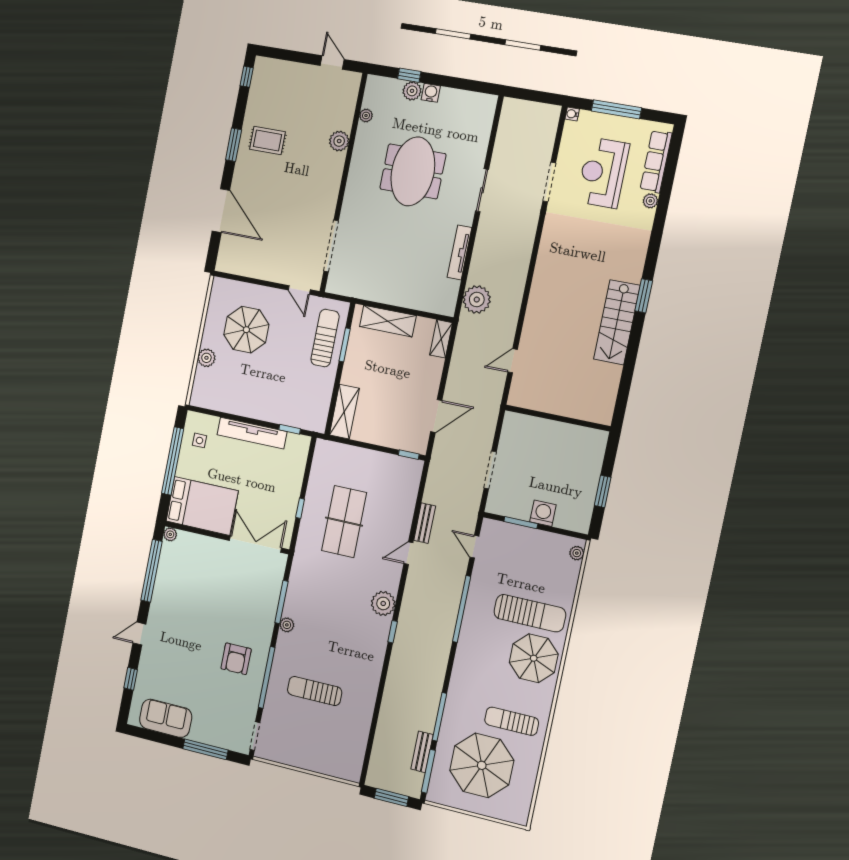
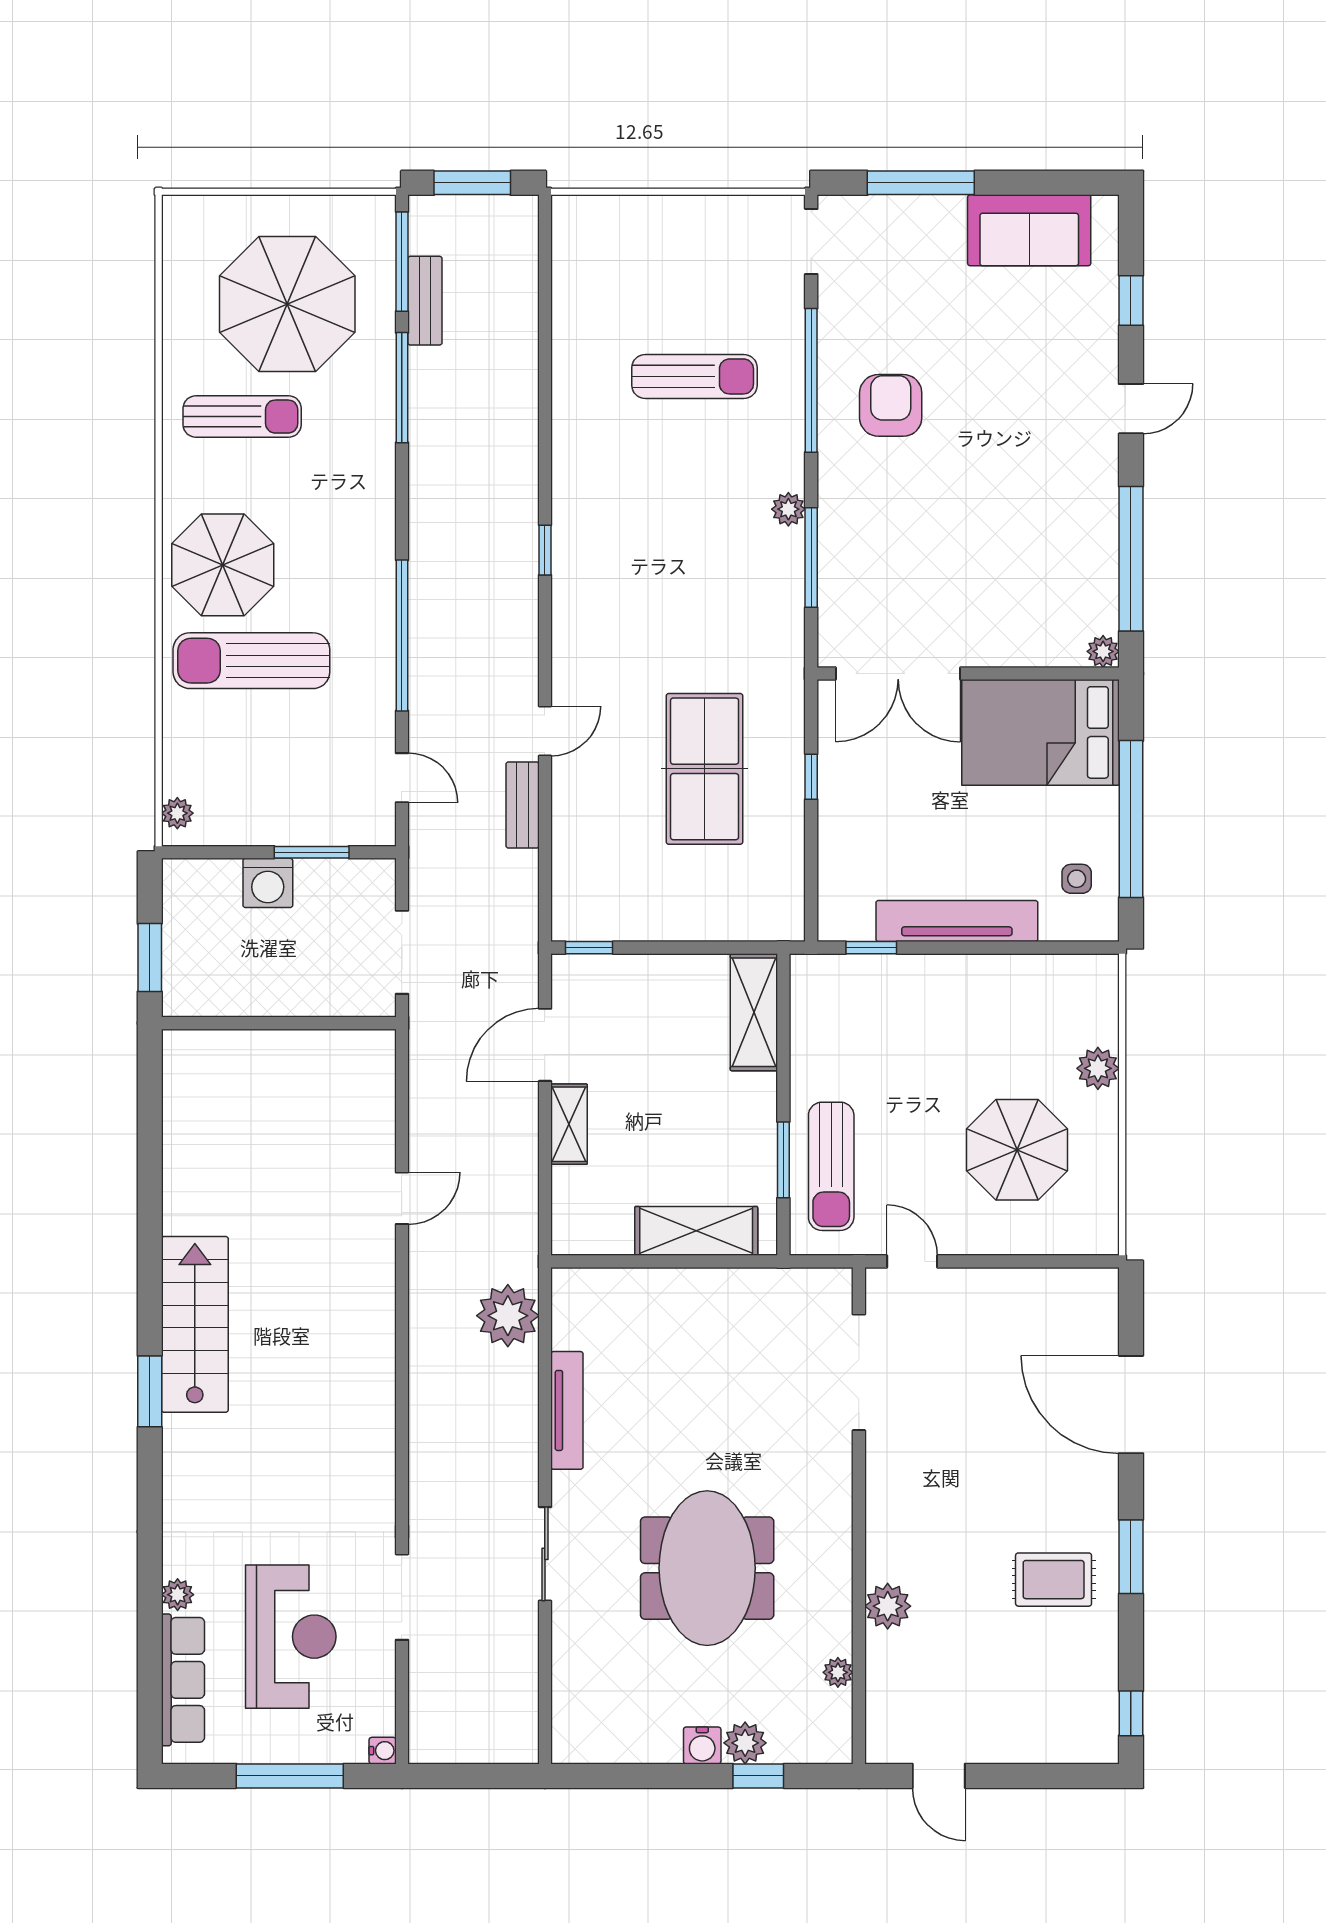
shelving: (441, 339) -> (569, 1124), moved
wall: (558, 418) -> (279, 1023), moved
plant: (383, 603) -> (579, 607), removed

